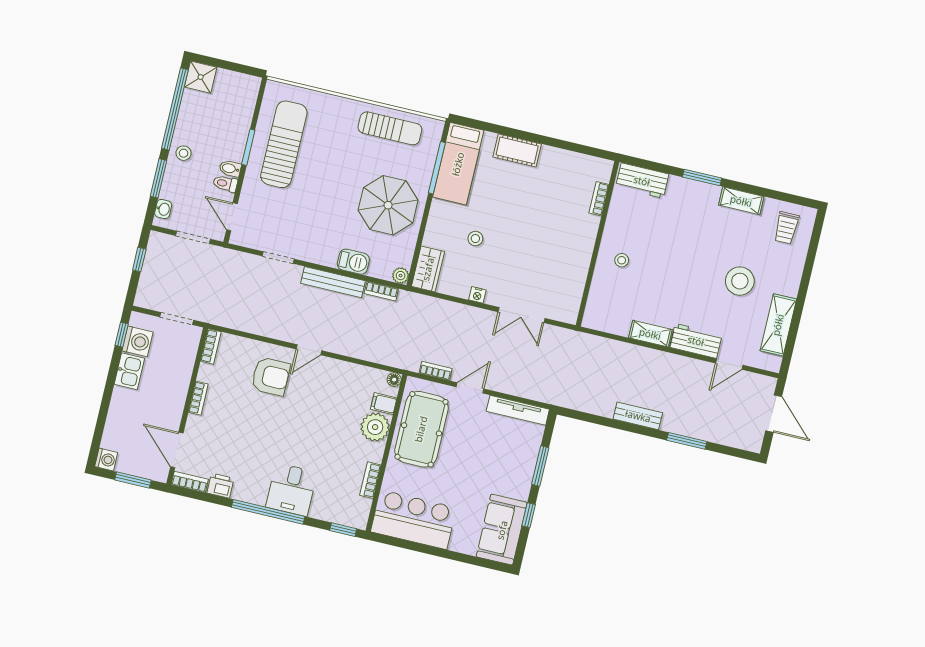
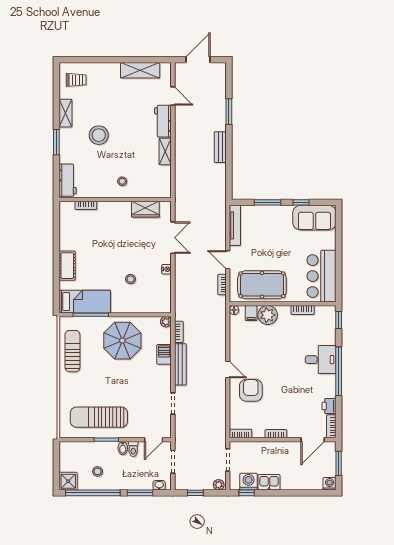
stool: (184, 153) -> (98, 471), moved
wardrobe: (428, 269) -> (145, 209), moved, turned 180
stool: (740, 281) -> (99, 135), moved
plant: (143, 296) -> (219, 485), added

